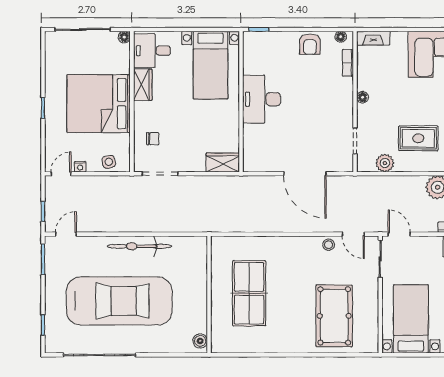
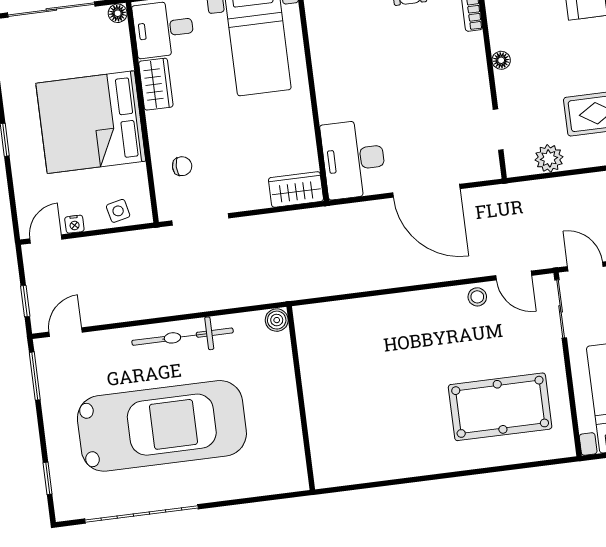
desk: (262, 99) -> (354, 159), moved
table tennis table: (249, 293) -> (363, 388), removed
pool table: (334, 316) -> (500, 407), turned 90
boiler: (200, 341) -> (277, 320), moved

